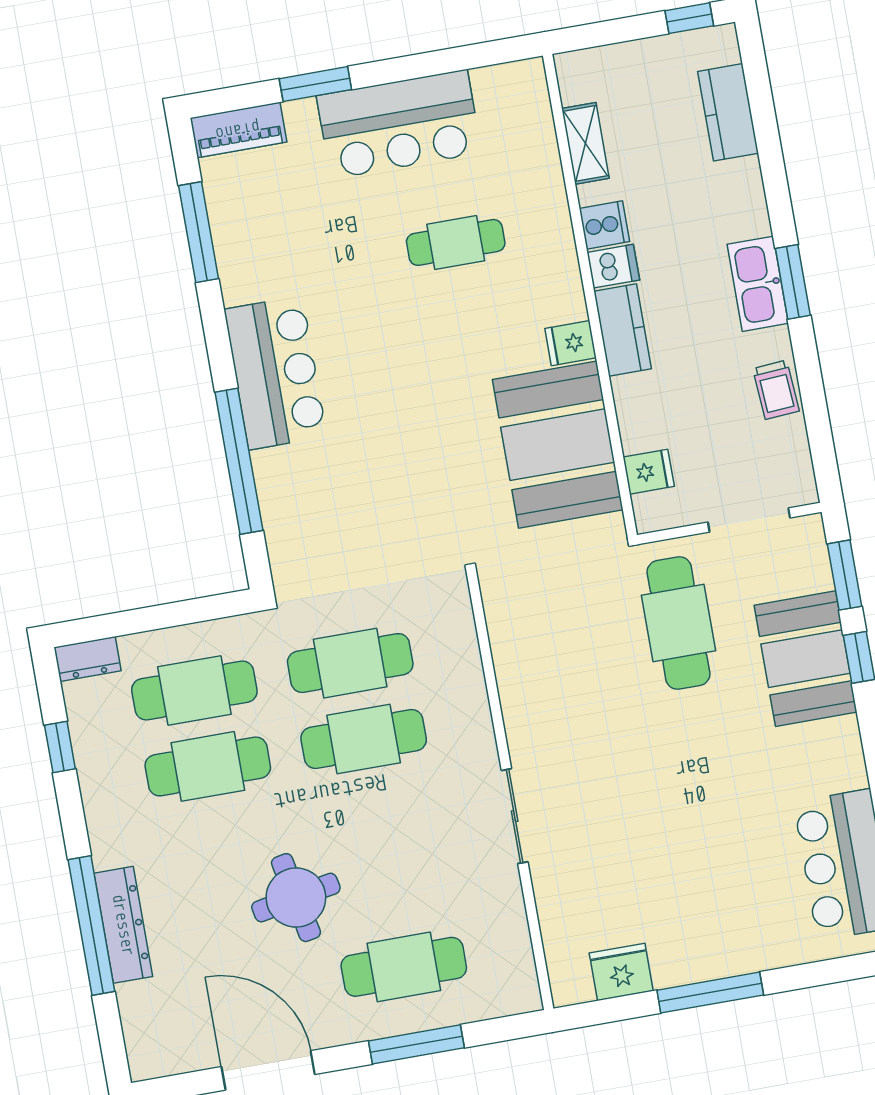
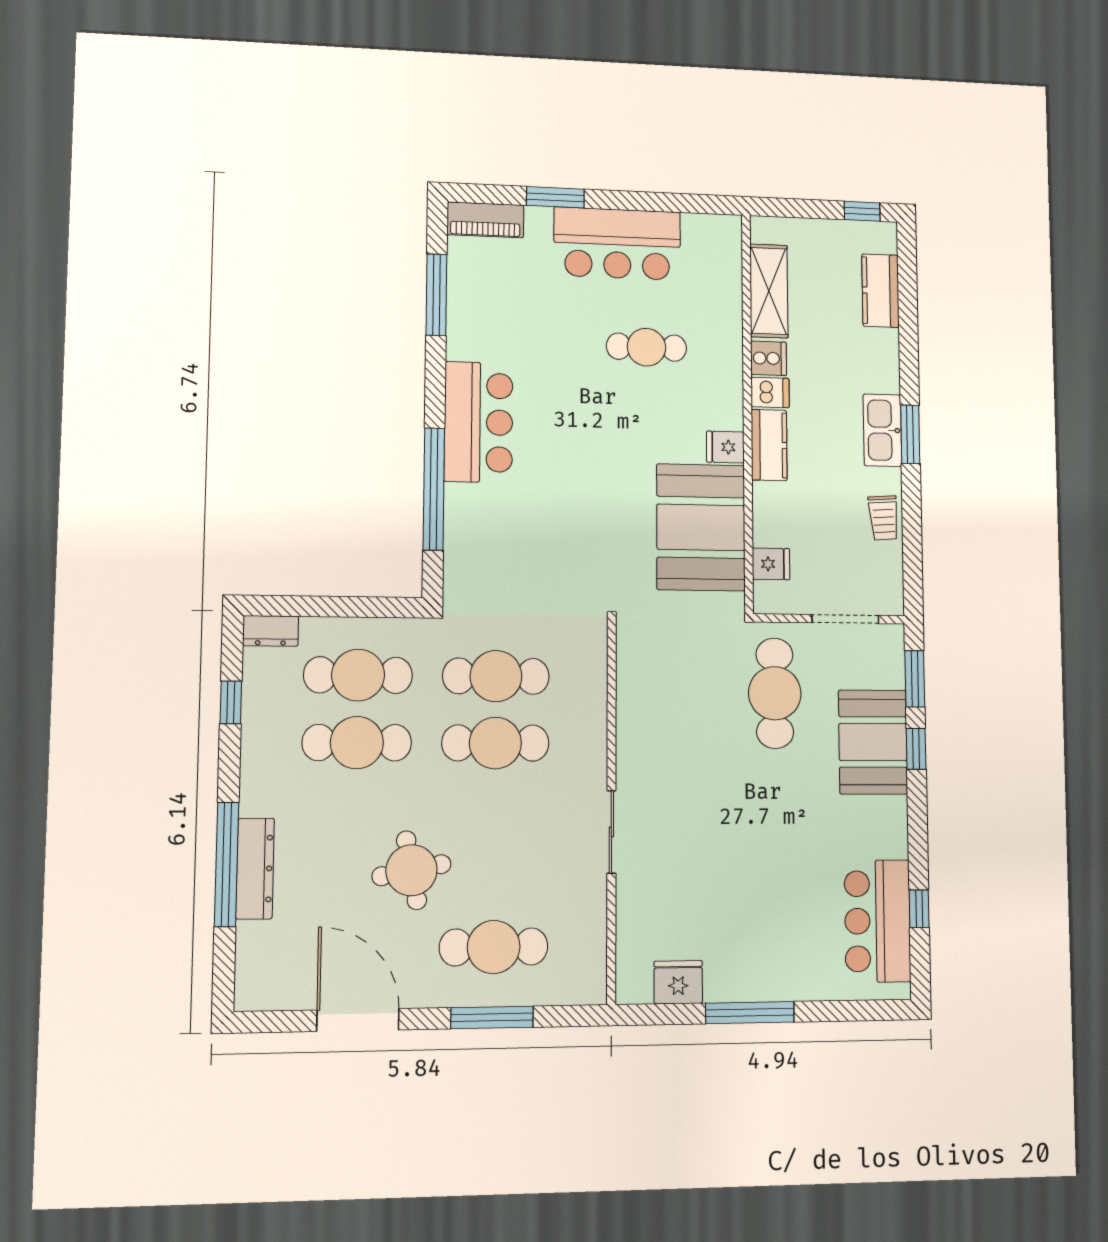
shelving: (585, 143) -> (769, 291), width x1.50, depth x1.33

